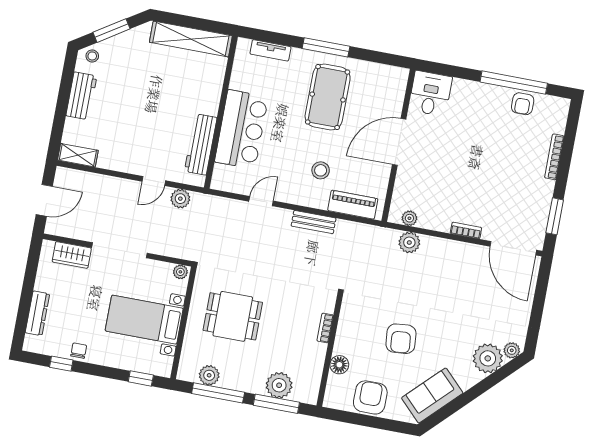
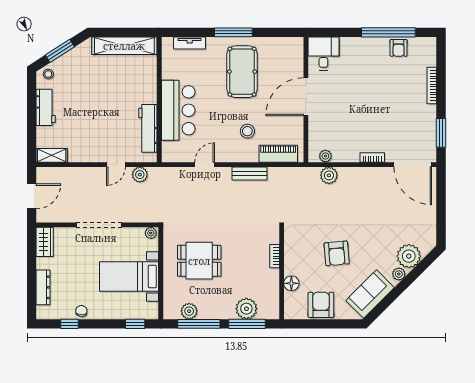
wardrobe: (72, 255) -> (45, 242), moved, turned -90
plant: (512, 350) -> (399, 274), moved

